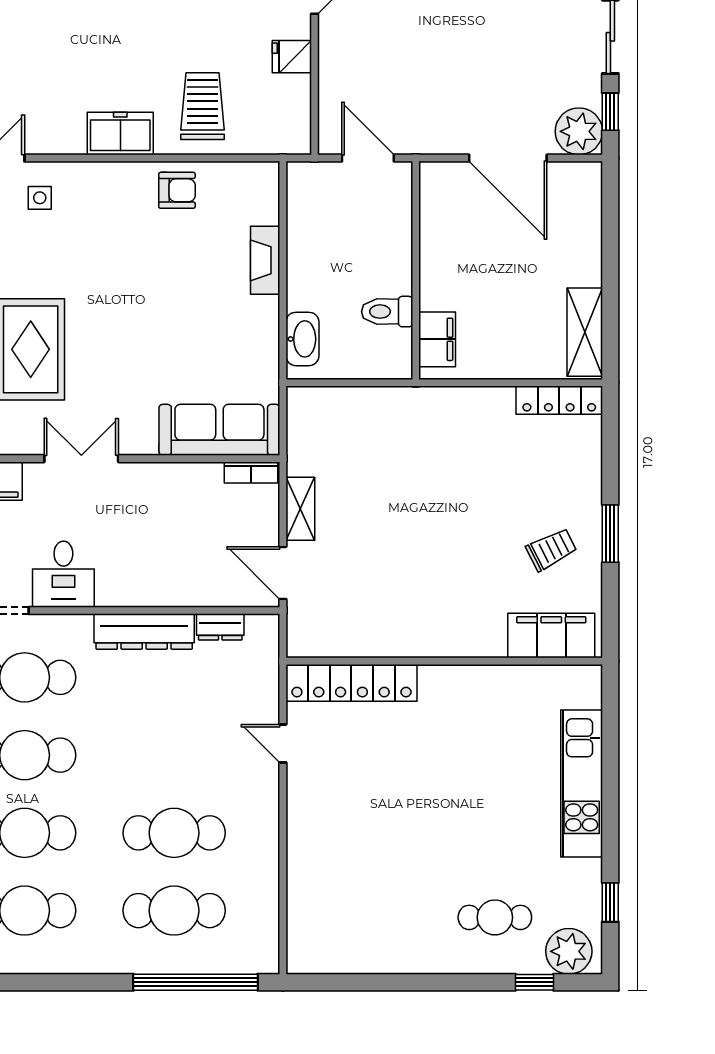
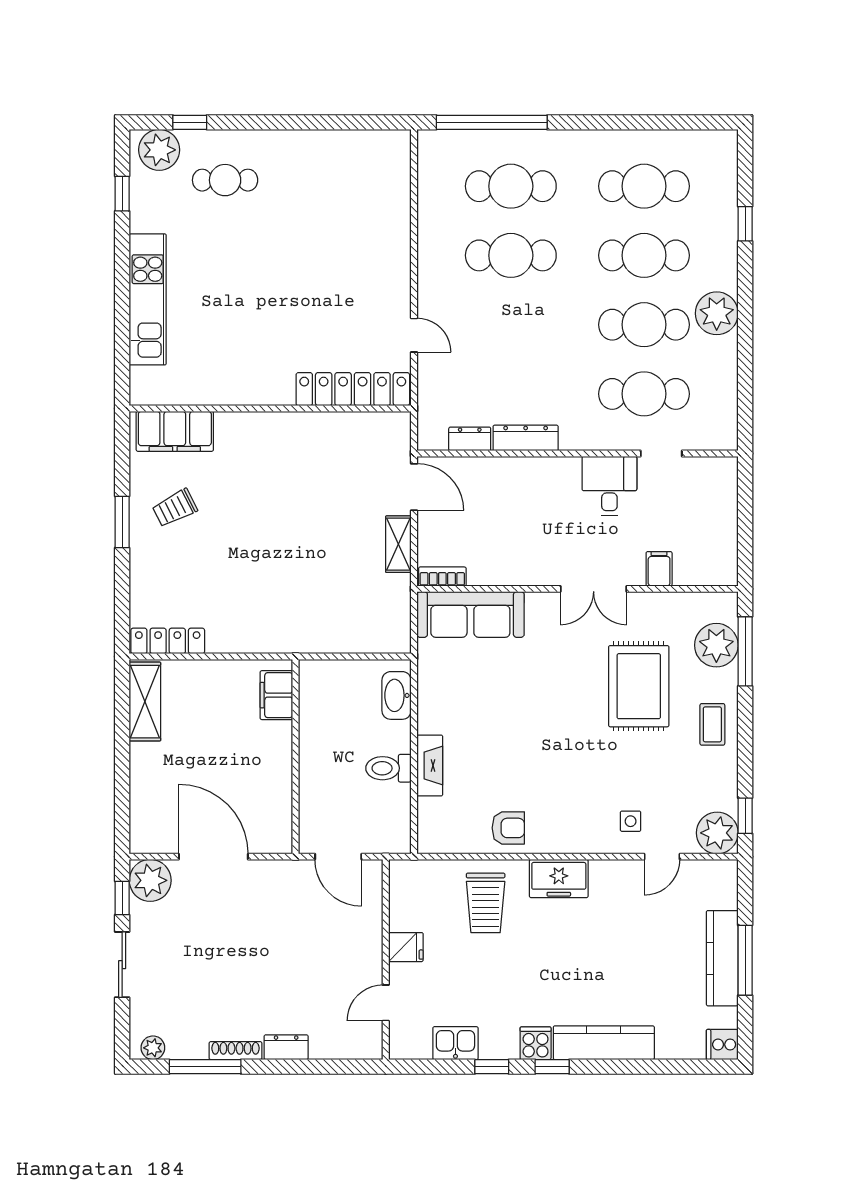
armchair: (177, 190) -> (508, 828), turned 180
toilet: (387, 312) -> (388, 768), moved, turned 180
dresser: (144, 631) -> (526, 438), width x0.73, depth x0.80

